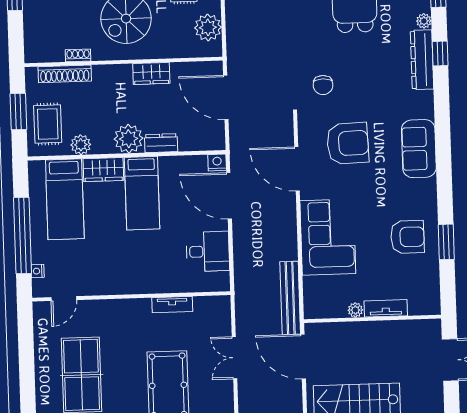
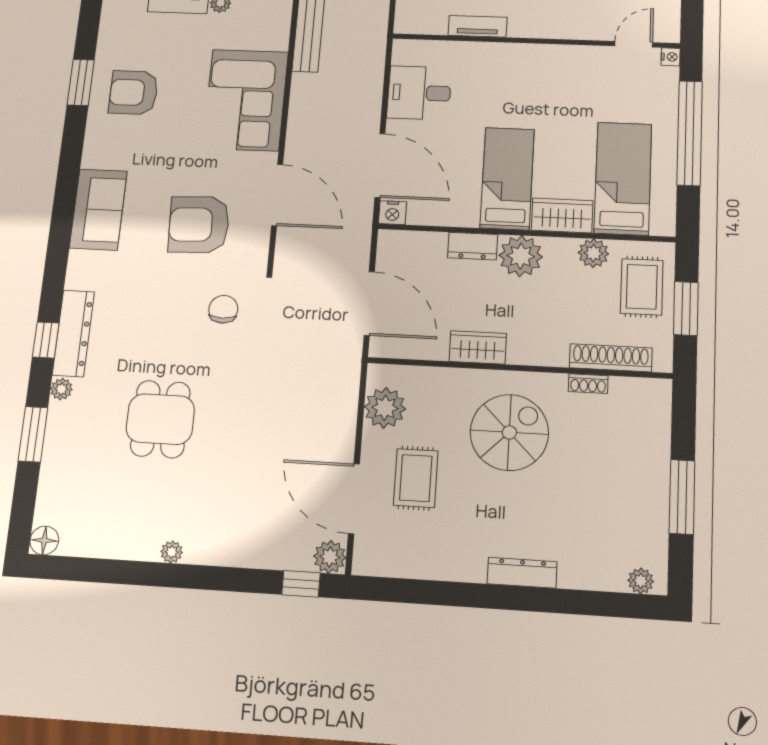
nightstand: (38, 271) -> (671, 57), moved

